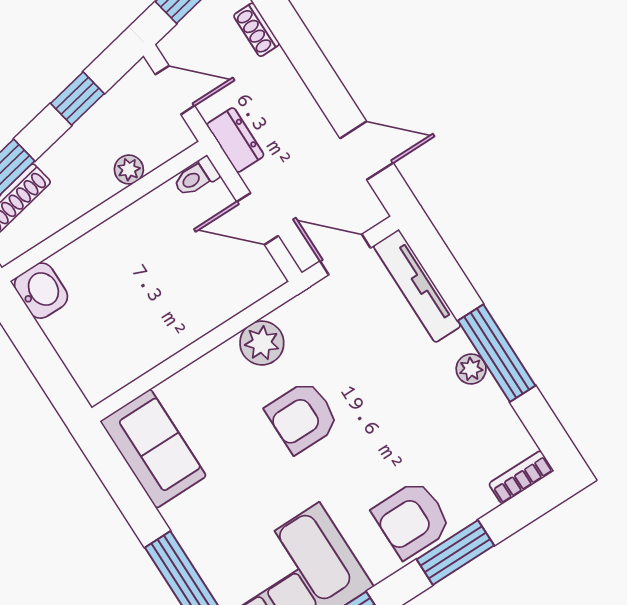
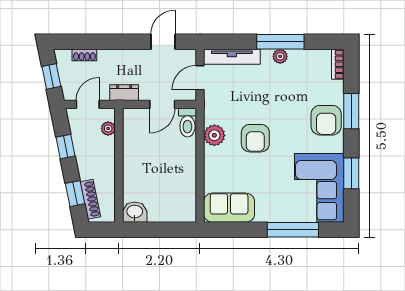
plant: (129, 169) -> (108, 128), moved
toilet: (196, 177) -> (187, 123), moved, width x1.37, depth x1.39

